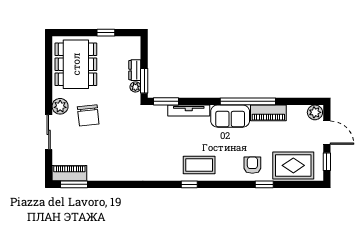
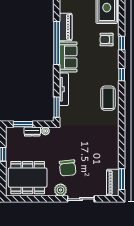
window: (144, 81) -> (23, 124), moved
chair: (88, 115) -> (68, 168), turned 90
coffee table: (199, 165) -> (108, 98), moved
window: (189, 184) -> (122, 75), moved
window: (264, 184) -> (122, 43), moved

